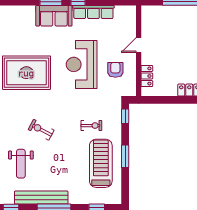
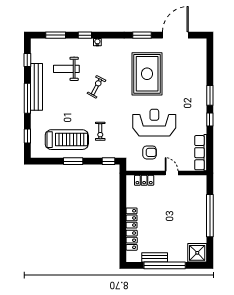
row of seats: (93, 12) -> (201, 153), moved
sofa: (54, 16) -> (197, 98), removed

